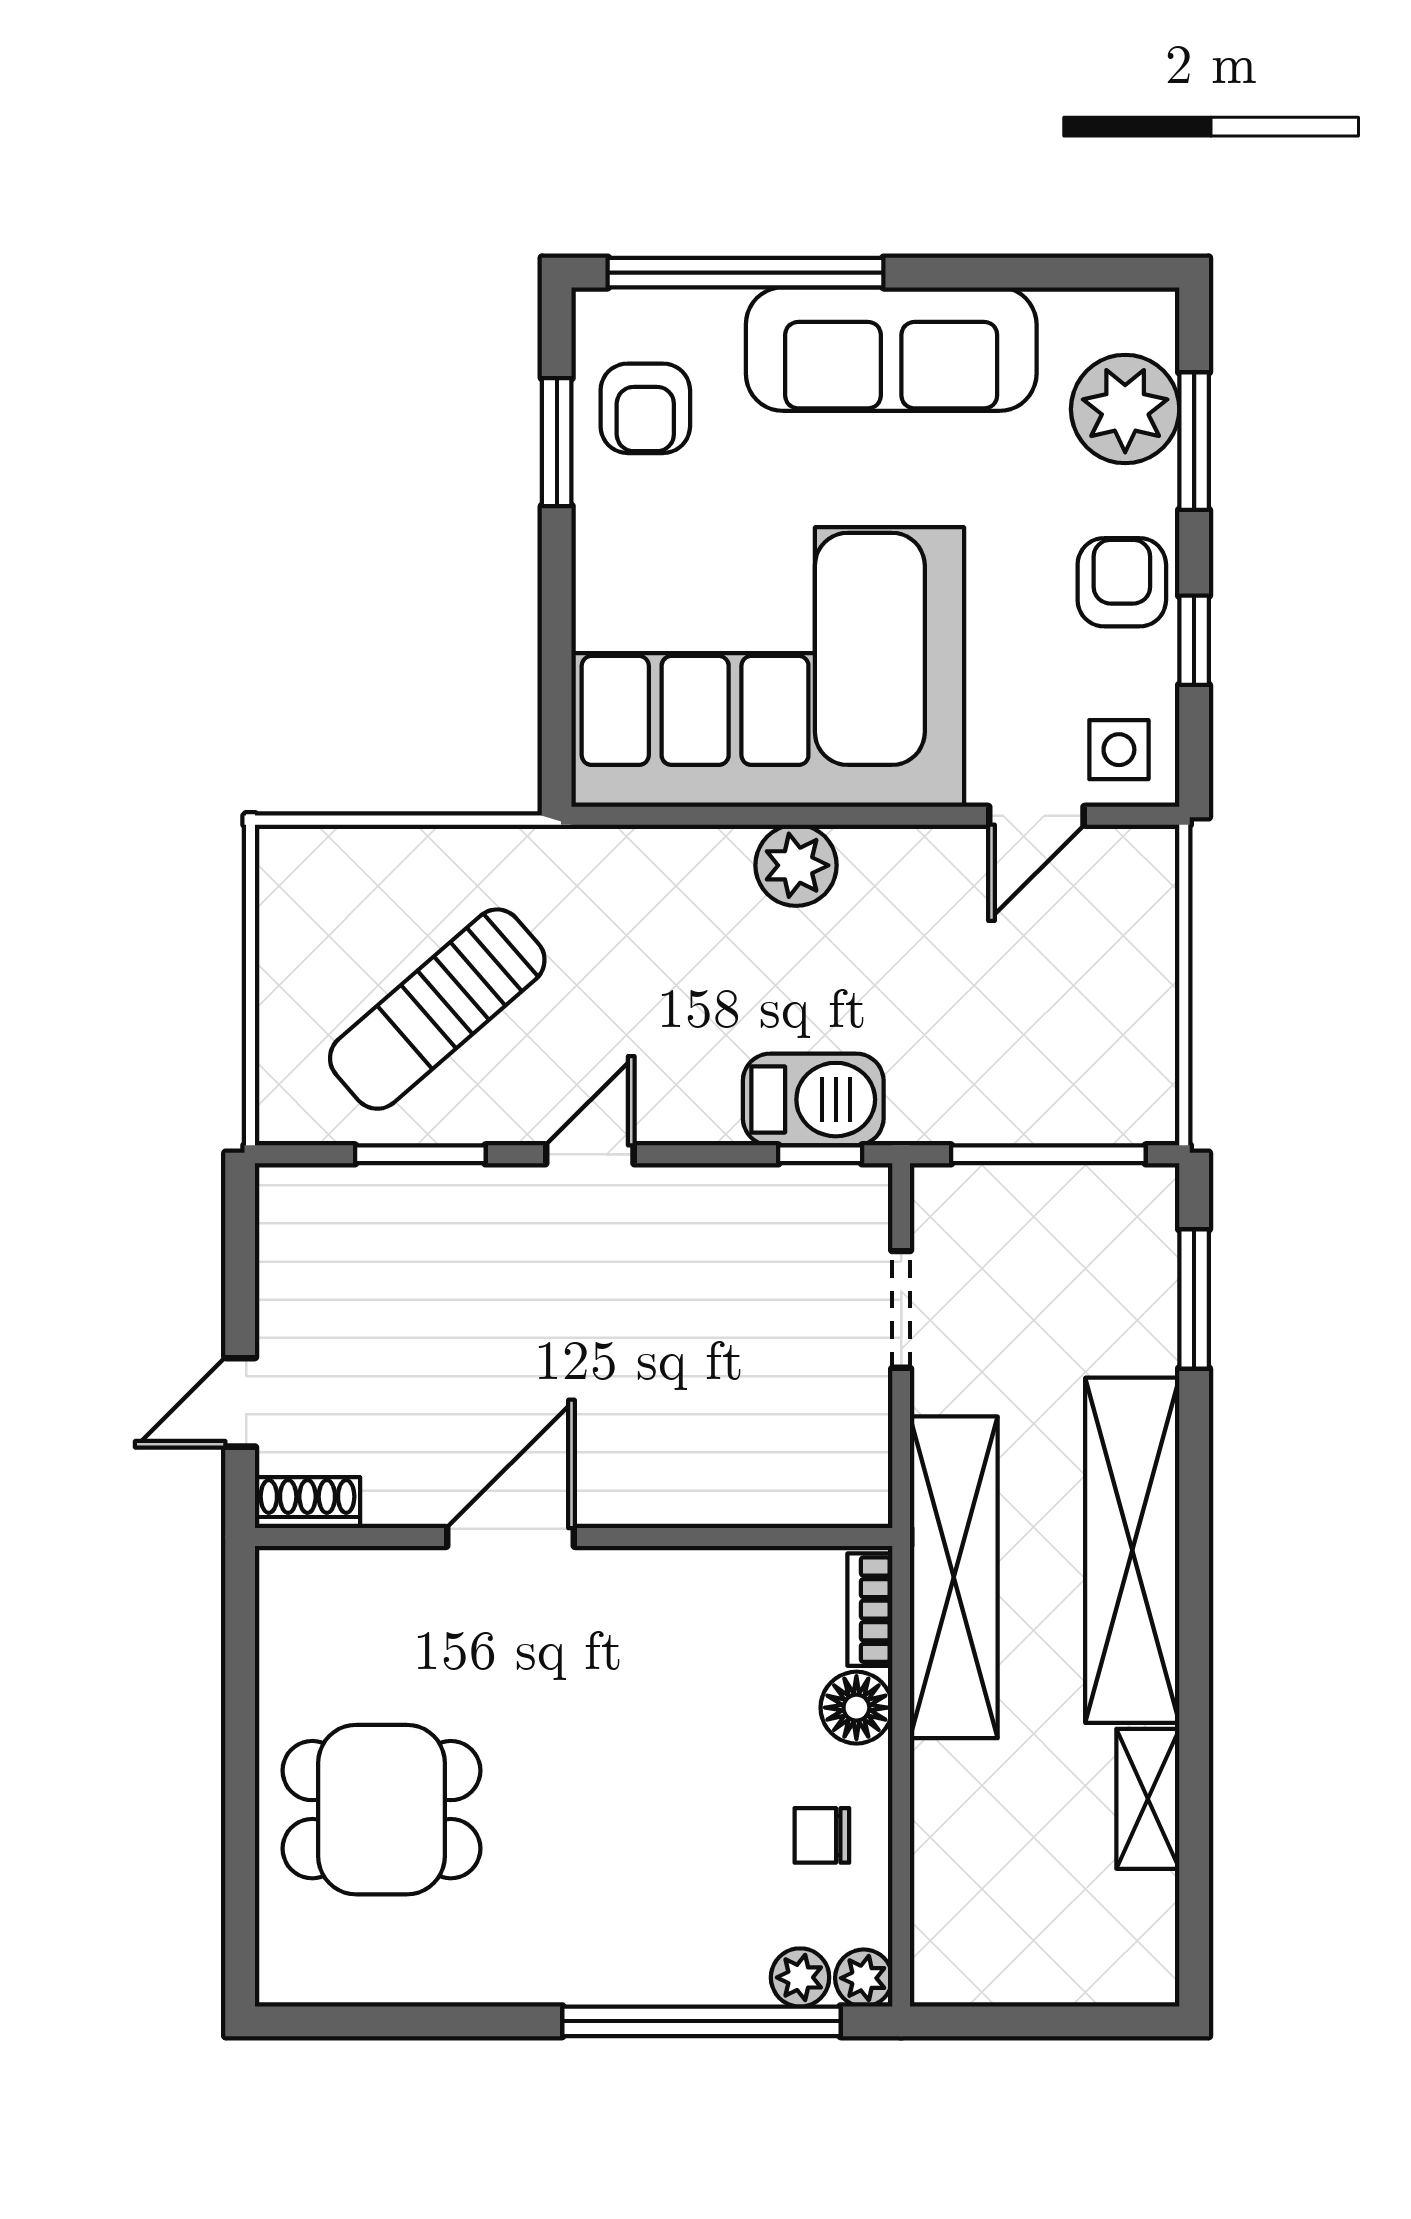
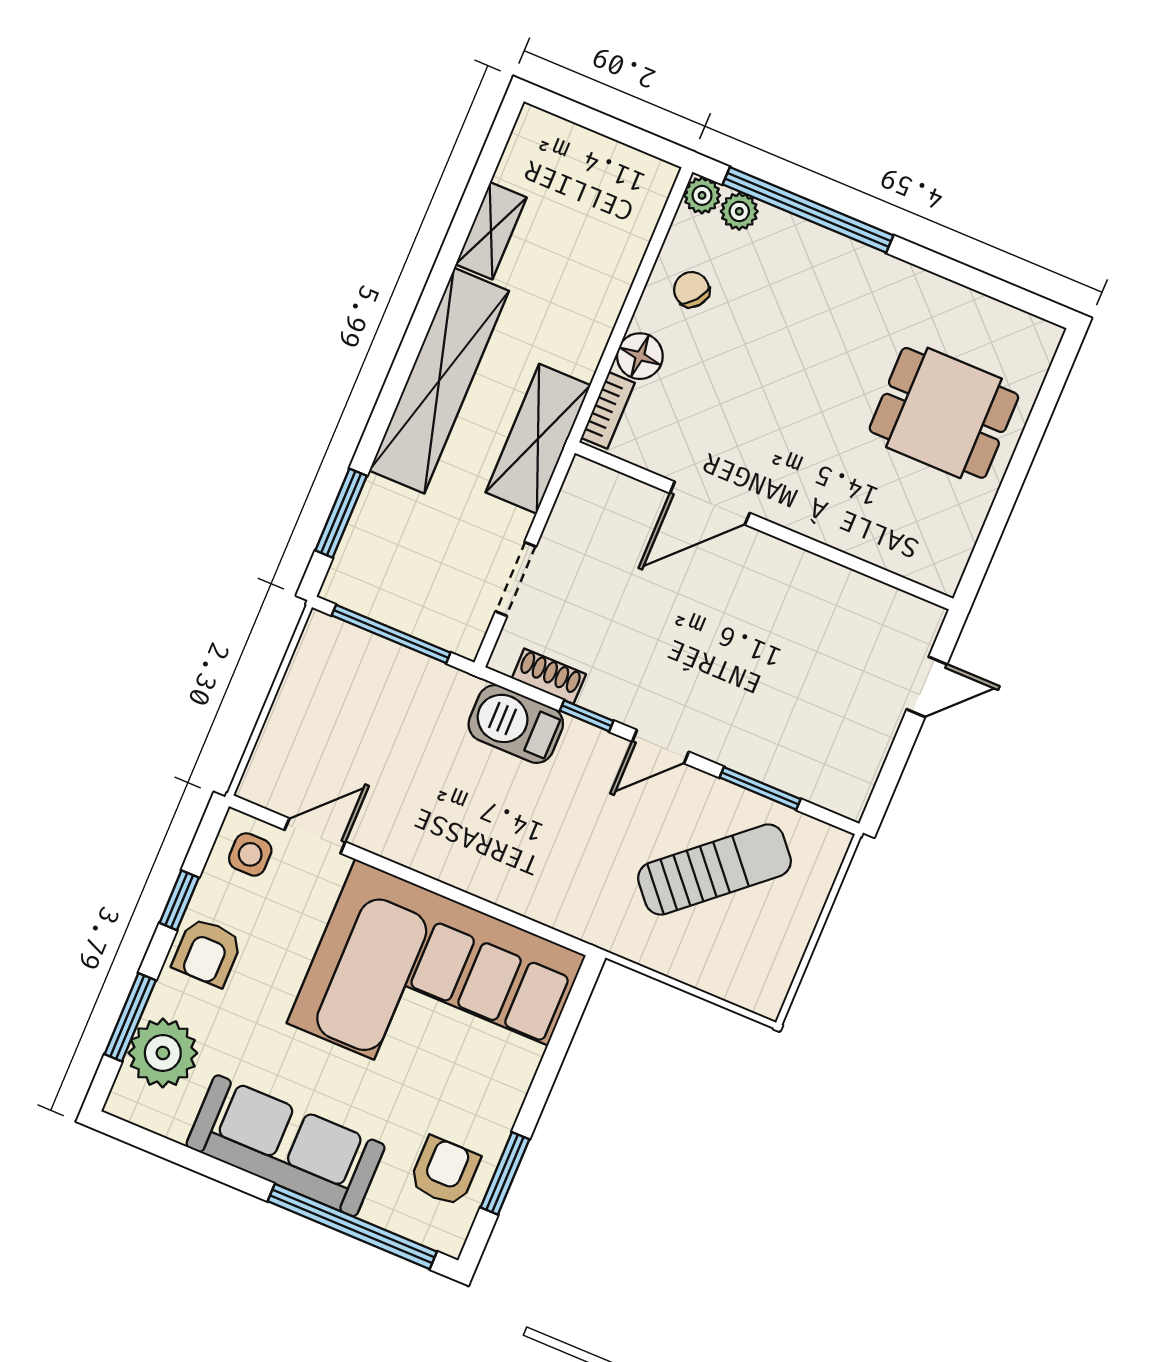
plant: (796, 865) -> (468, 866), removed
window: (820, 1154) -> (587, 716), moved
shoe rack: (307, 1503) -> (549, 676), moved, turned 180
door: (511, 1537) -> (710, 503), moved
shelving: (954, 1577) -> (538, 439), width x0.68
chair: (822, 1835) -> (692, 290), turned -142

